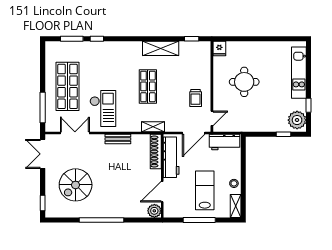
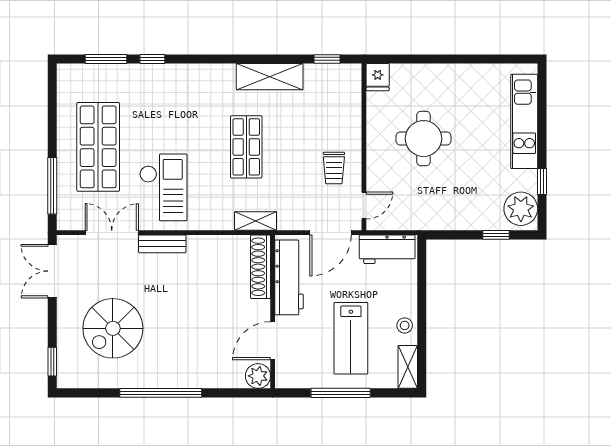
bench: (118, 139) -> (162, 244), moved
lab bench: (205, 190) -> (351, 338), turned 180

